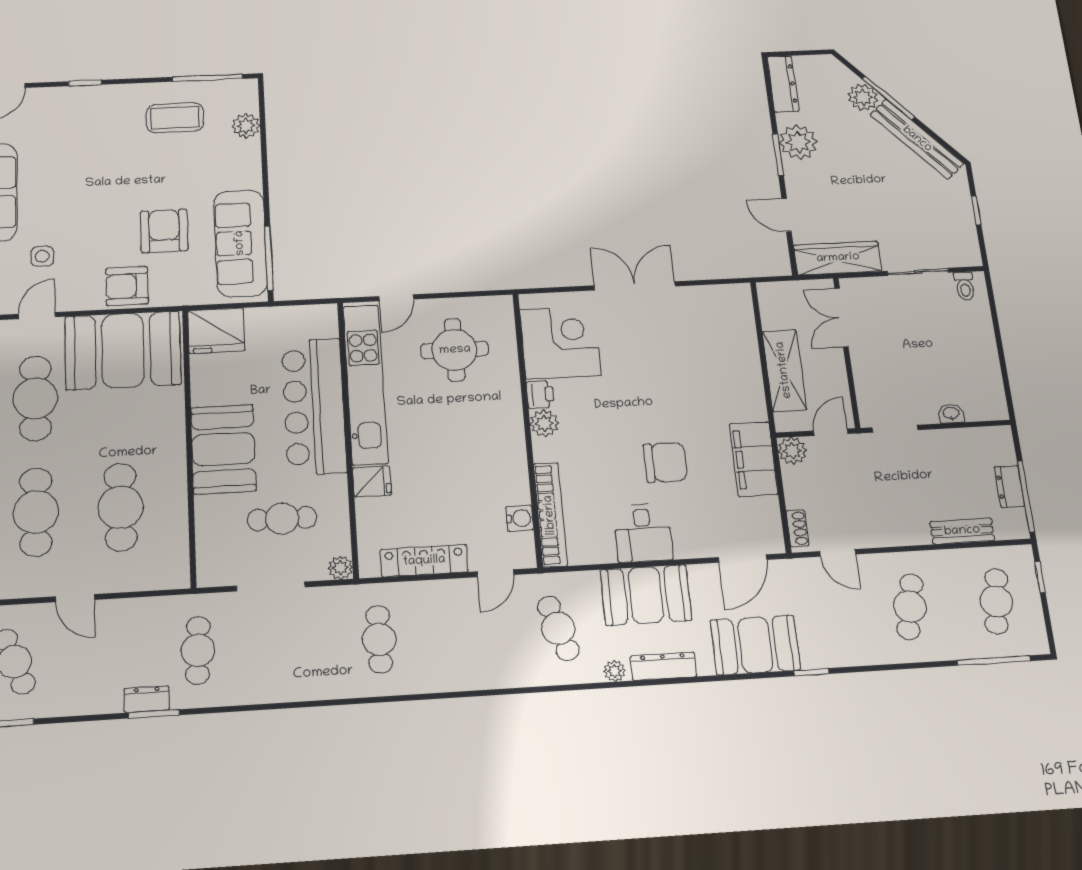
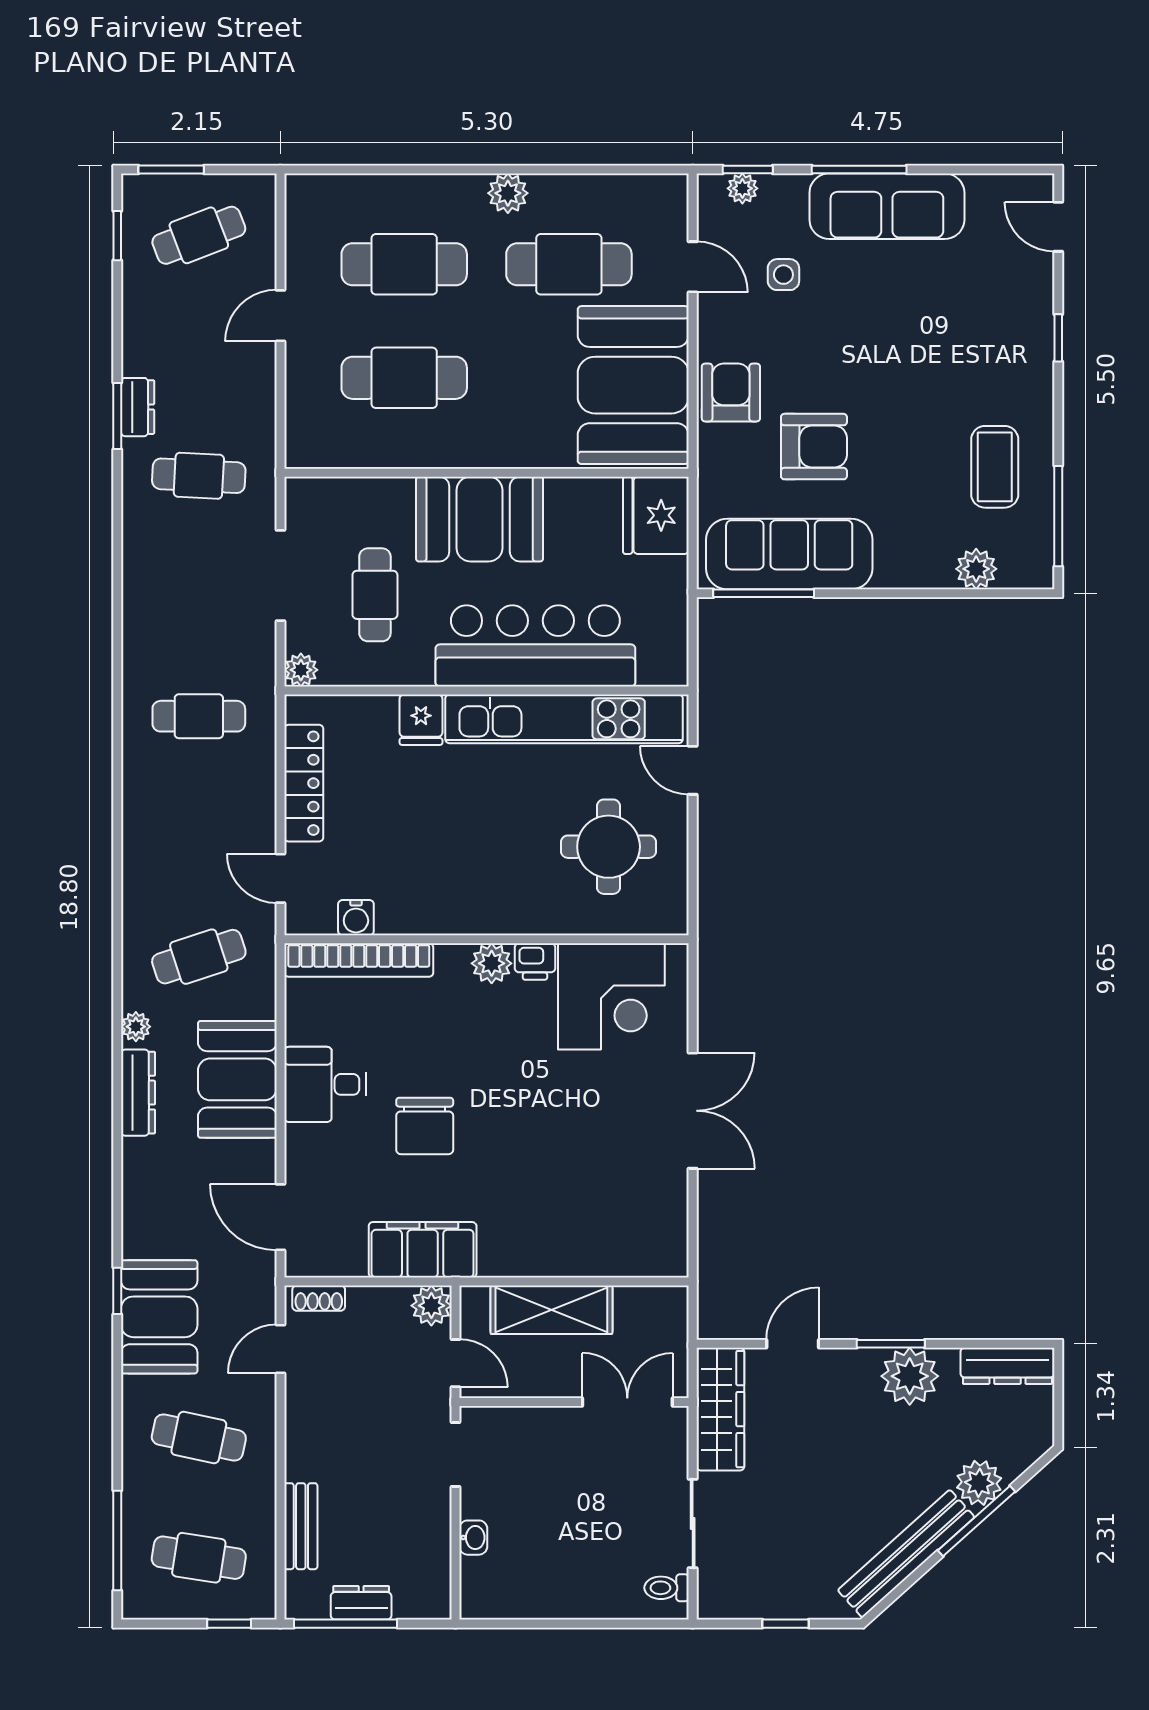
booth: (755, 645) -> (159, 1317), moved

